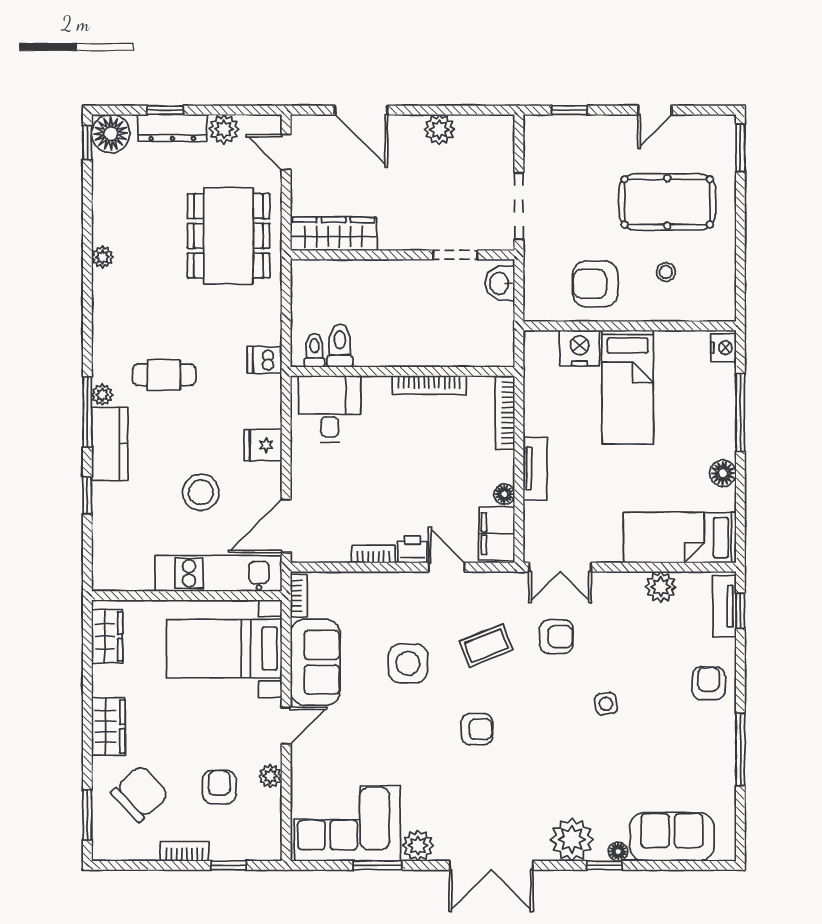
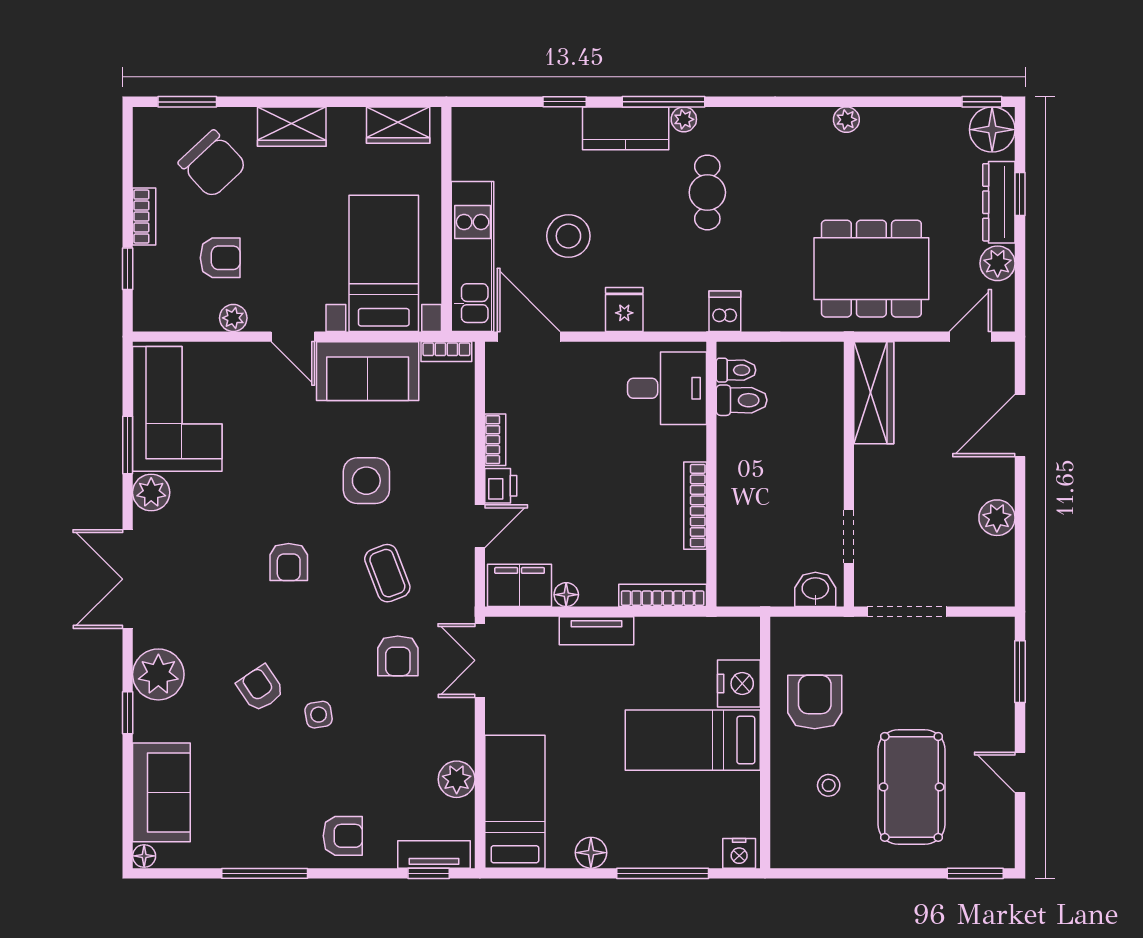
window: (570, 110) -> (1020, 672), width x1.50
armchair: (584, 753) -> (260, 688), added
floor lamp: (618, 851) -> (144, 856), moved

